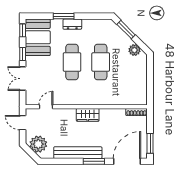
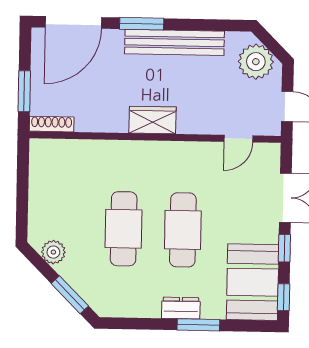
window: (150, 143) -> (24, 91), moved

